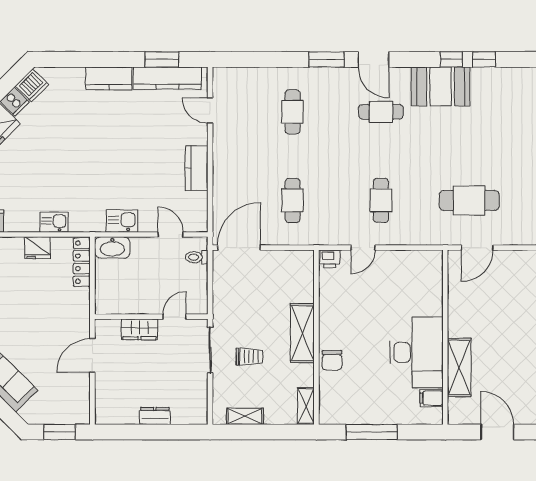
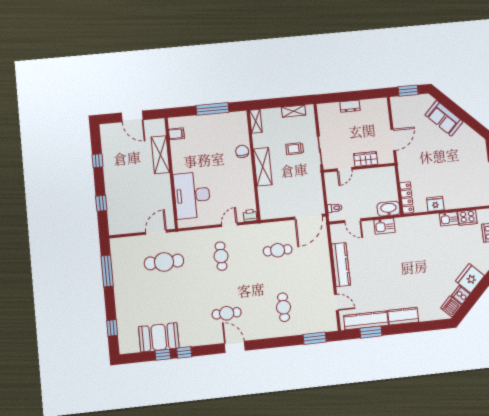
window: (327, 59) -> (315, 338), moved
booth: (441, 86) -> (159, 337), moved
kitchen counter: (197, 168) -> (341, 265), width x1.50
cafe table: (293, 200) -> (278, 250), turned 90
kitchen sink: (54, 222) -> (449, 219), moved
desk: (416, 352) -> (192, 195), moved

